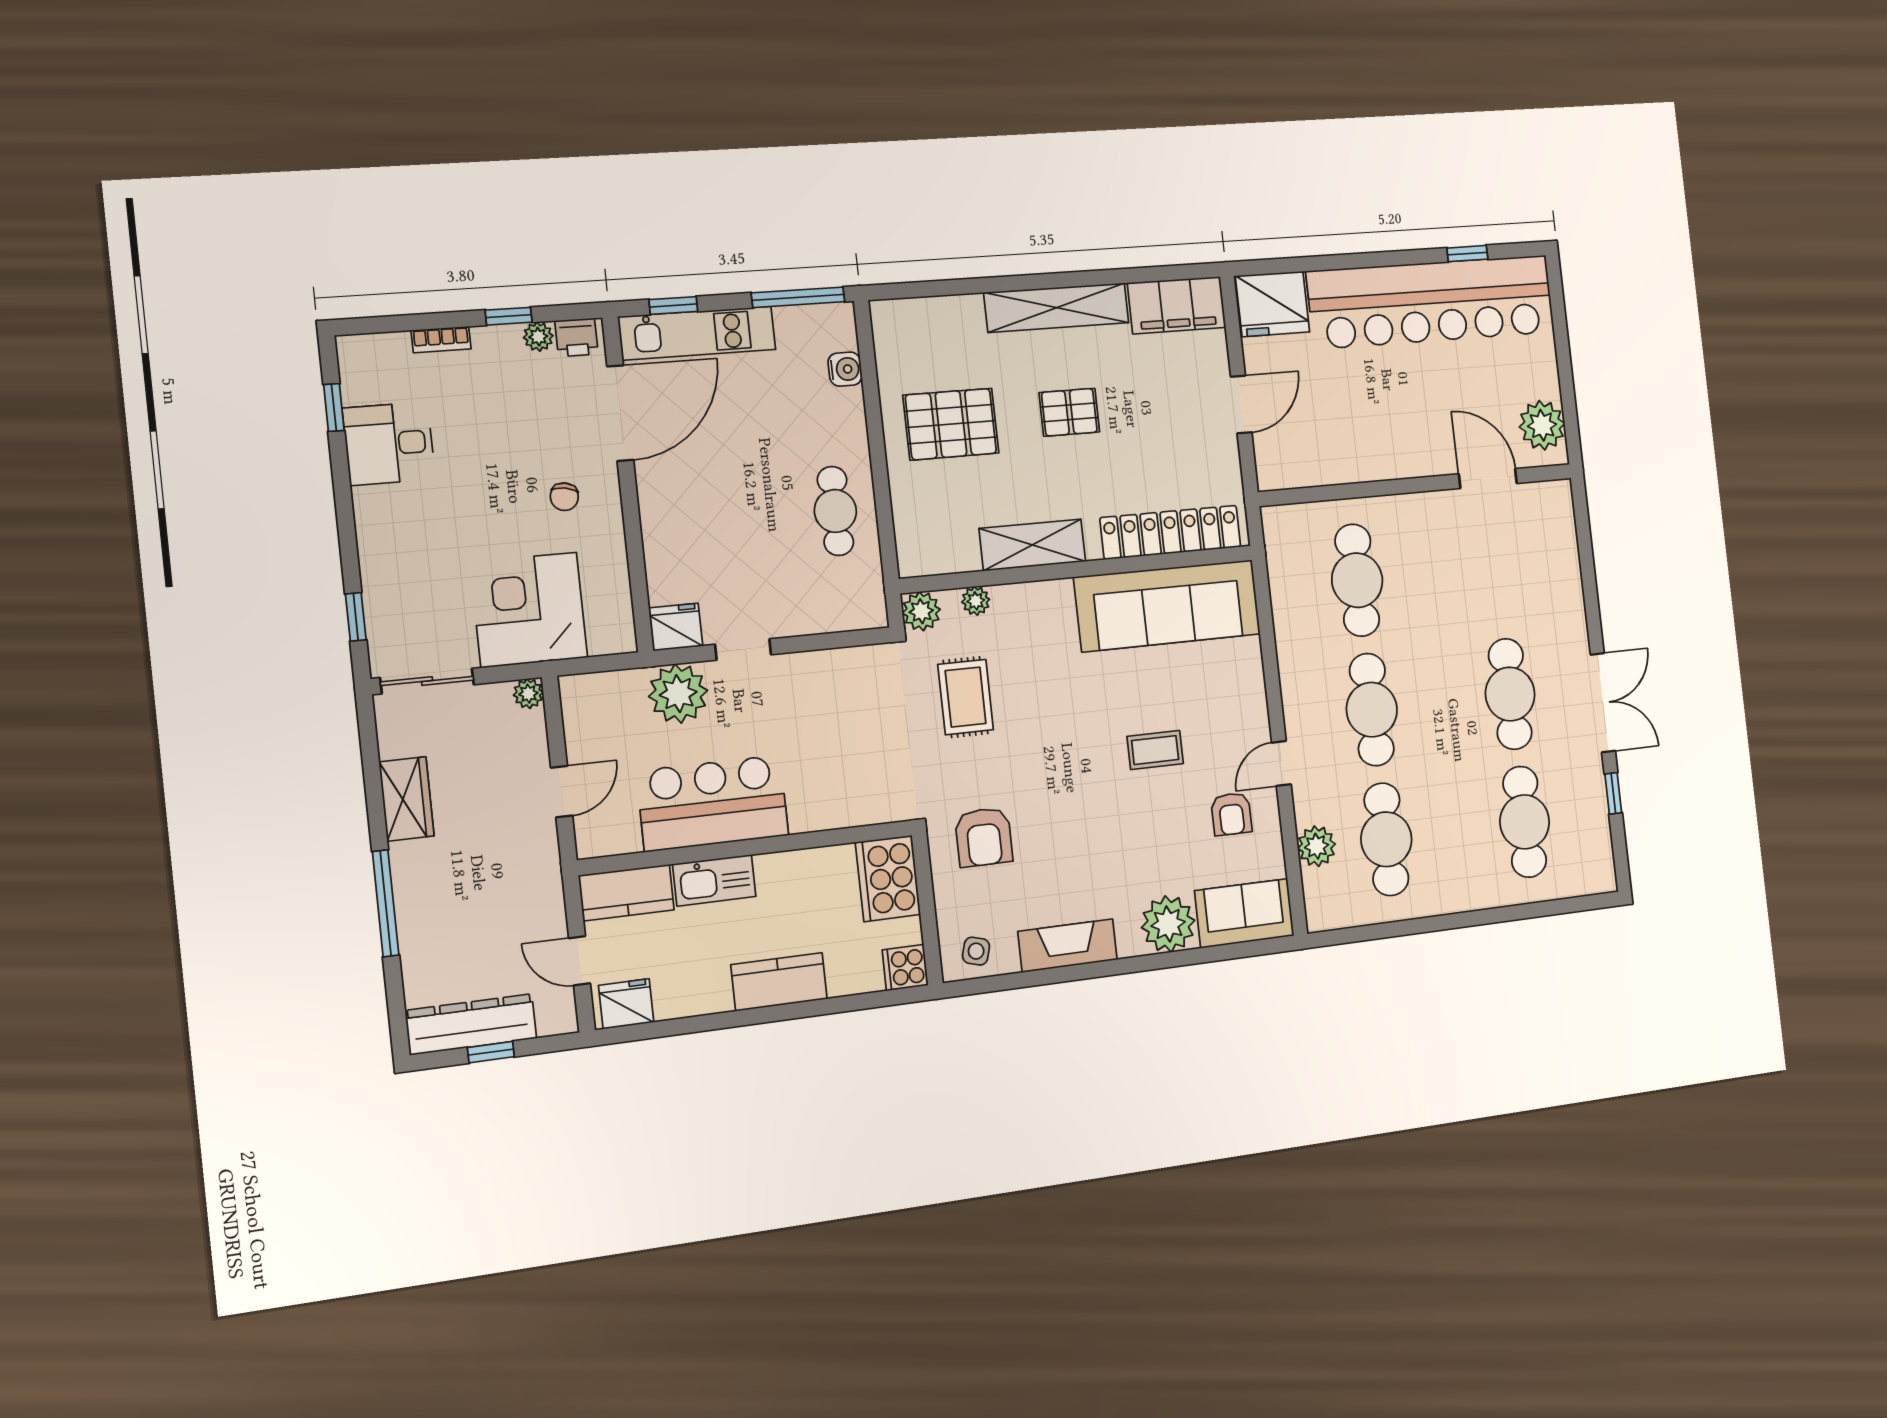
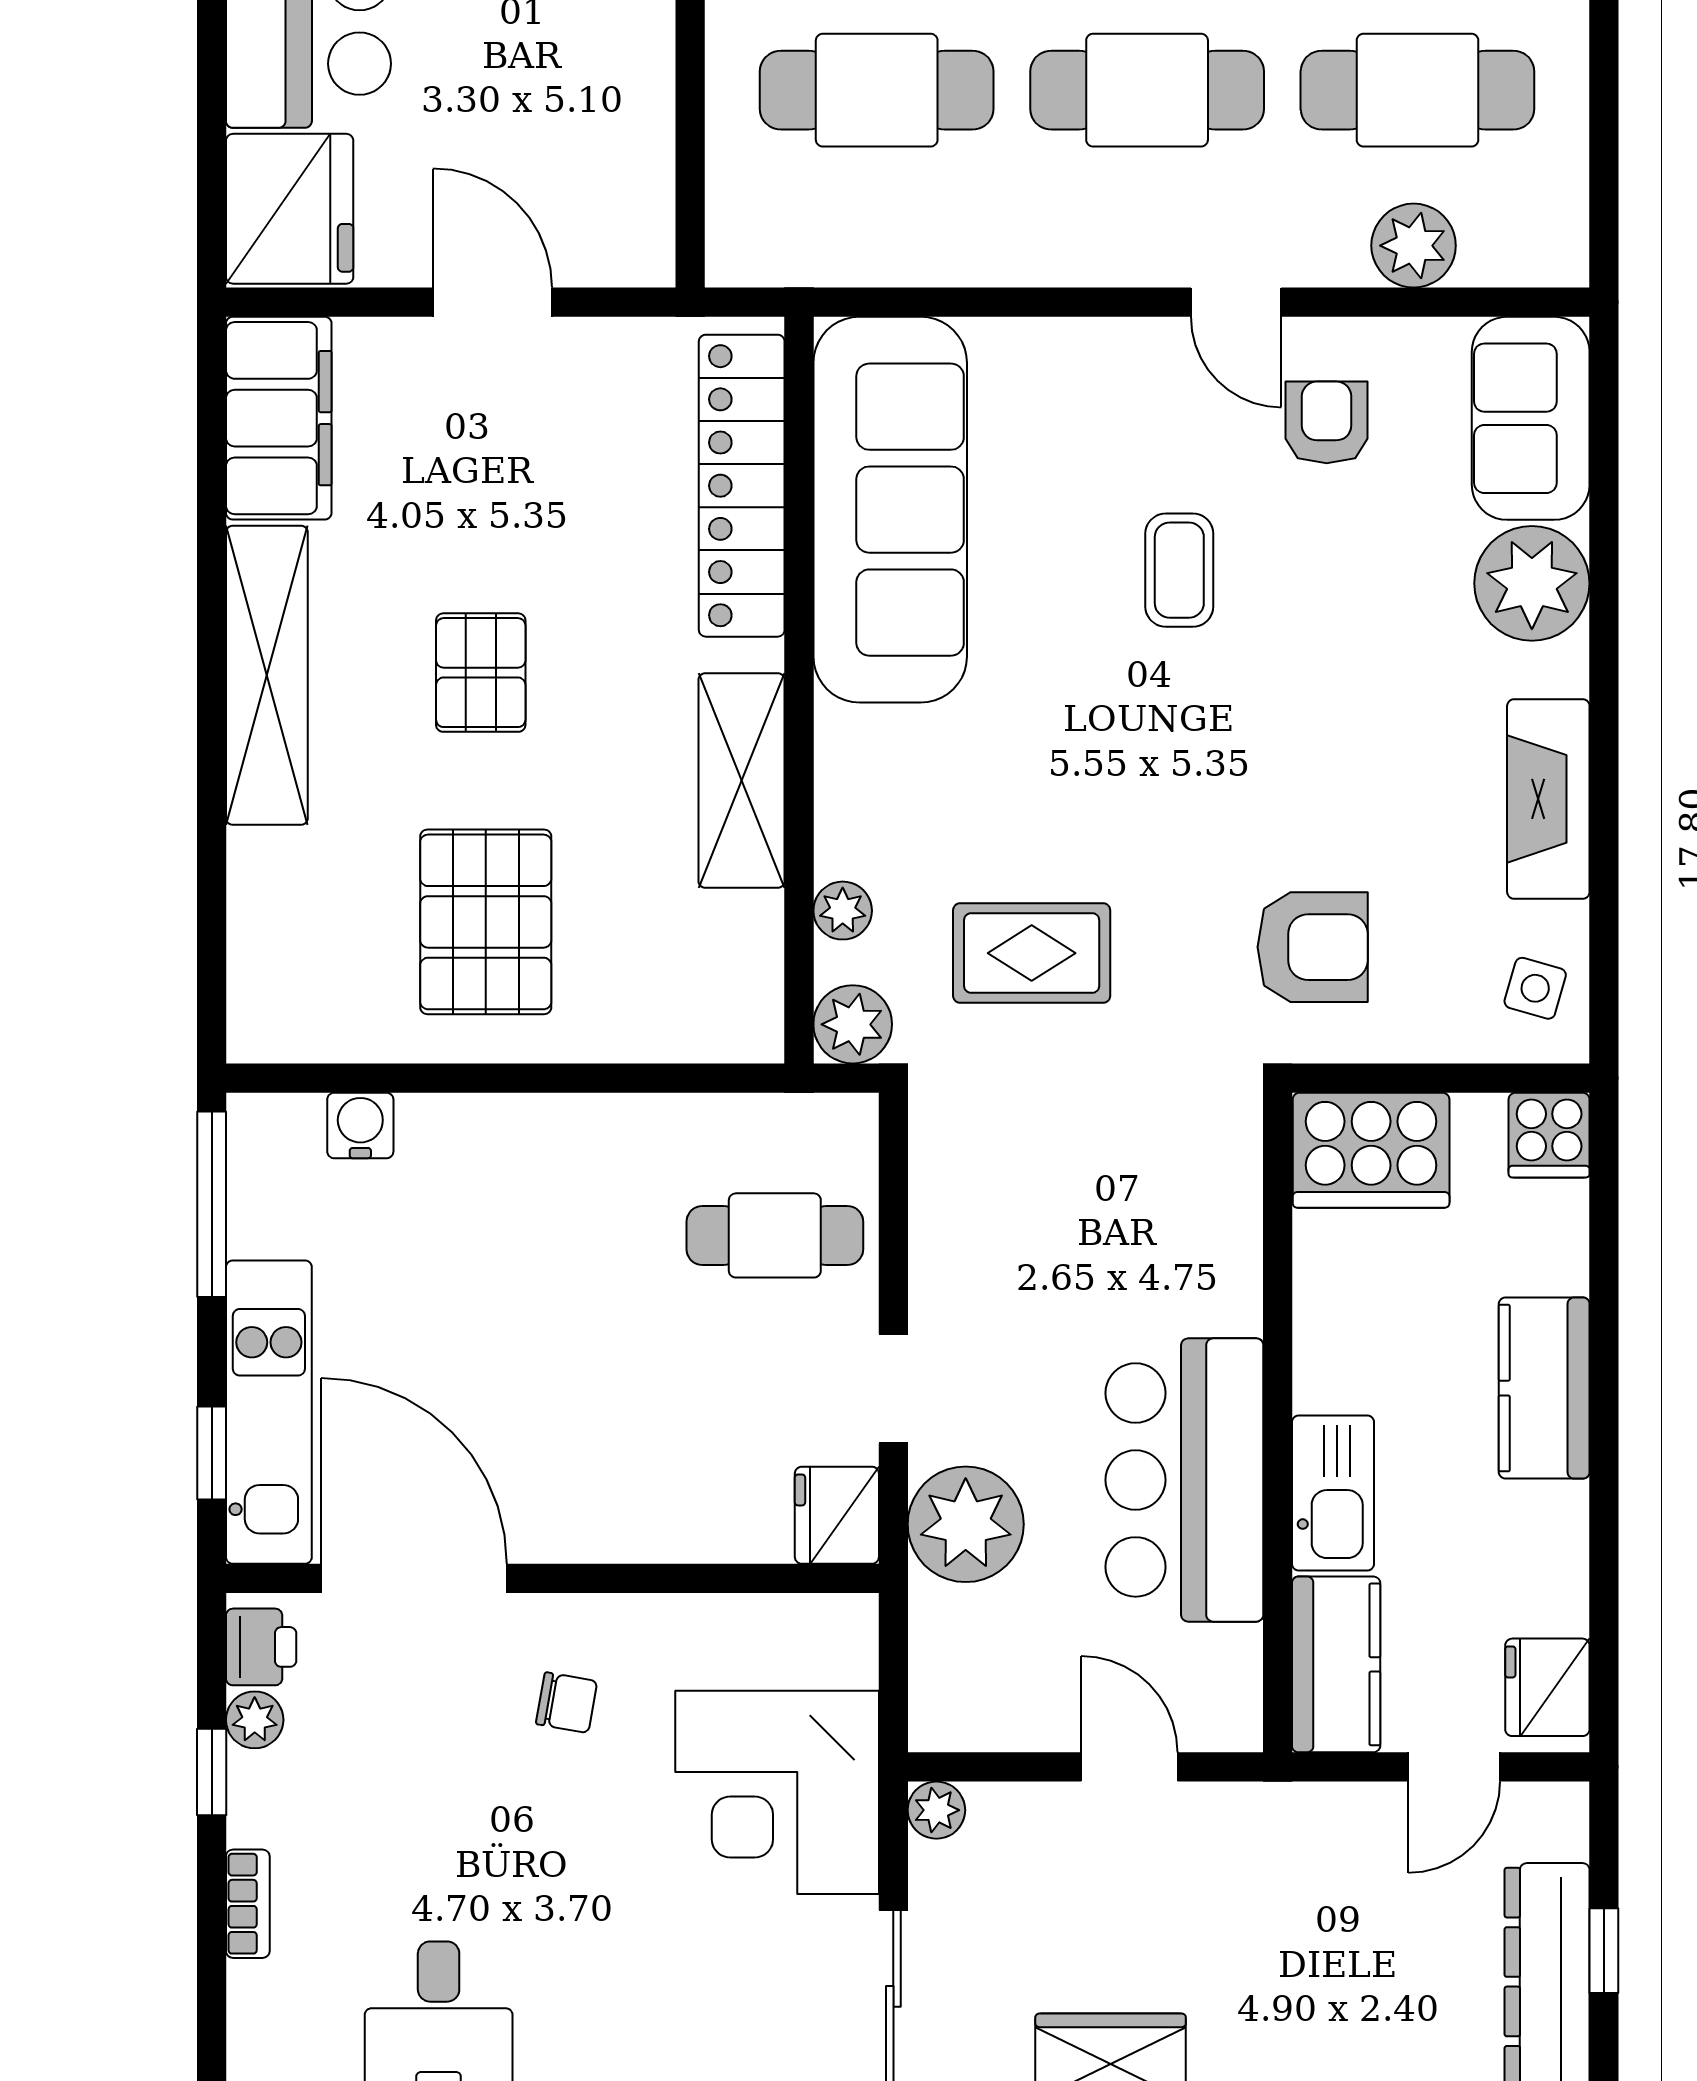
cafe table: (835, 511) -> (775, 1235), moved
armchair: (1231, 814) -> (1327, 422), turned -90

